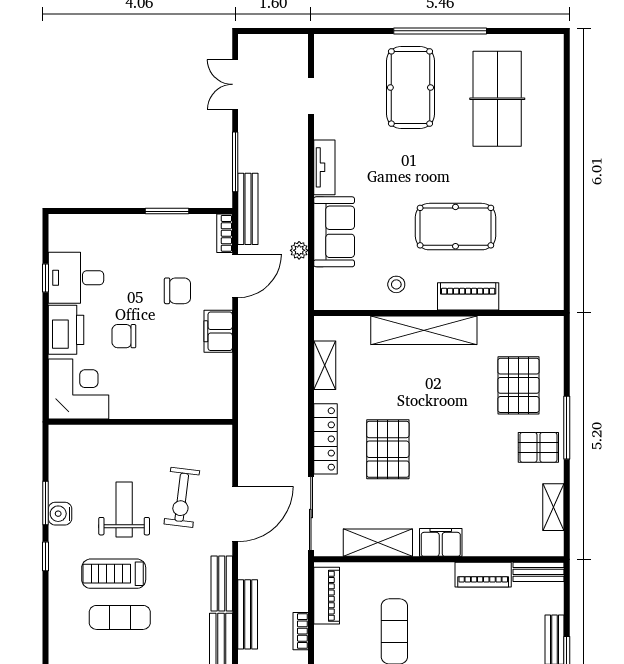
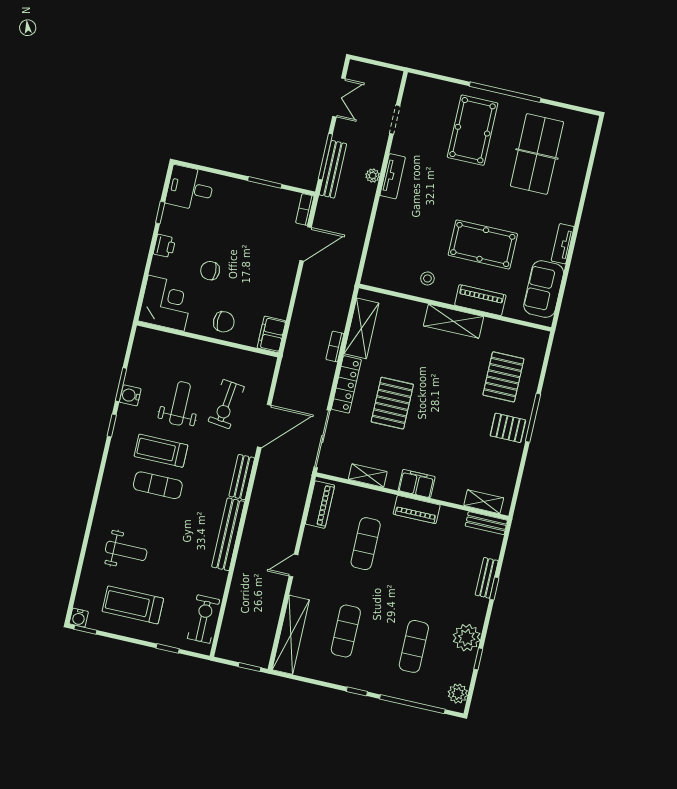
double door: (235, 84) -> (339, 97), swing flipped
tv unit: (555, 203) -> (563, 244), added
bench: (248, 209) -> (333, 169), moved
sofa: (334, 232) -> (544, 289), moved, turned 180
plant: (299, 250) -> (373, 176), moved
desk: (76, 278) -> (190, 188), moved
chair: (177, 291) -> (224, 322), moved
printer: (66, 330) -> (164, 246), width x0.53, depth x0.68
shelving: (424, 330) -> (454, 321), width x0.68
filing cabinet: (218, 331) -> (271, 334), moved
shelving: (325, 365) -> (361, 328), width x1.50, depth x1.33
shelving: (553, 507) -> (484, 502), moved, turned 90
shelving: (378, 543) -> (368, 475), width x0.67, depth x0.75
piano: (483, 575) -> (417, 510), moved
bench: (248, 614) -> (256, 505), removed
bookcase: (301, 631) -> (335, 347), moved

